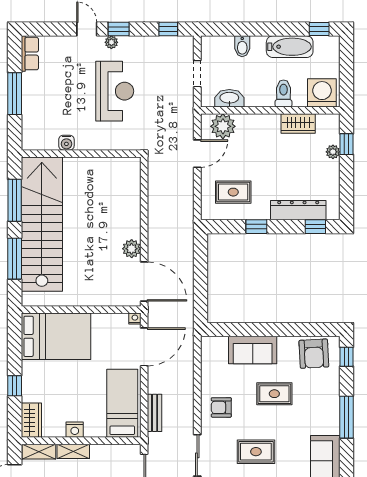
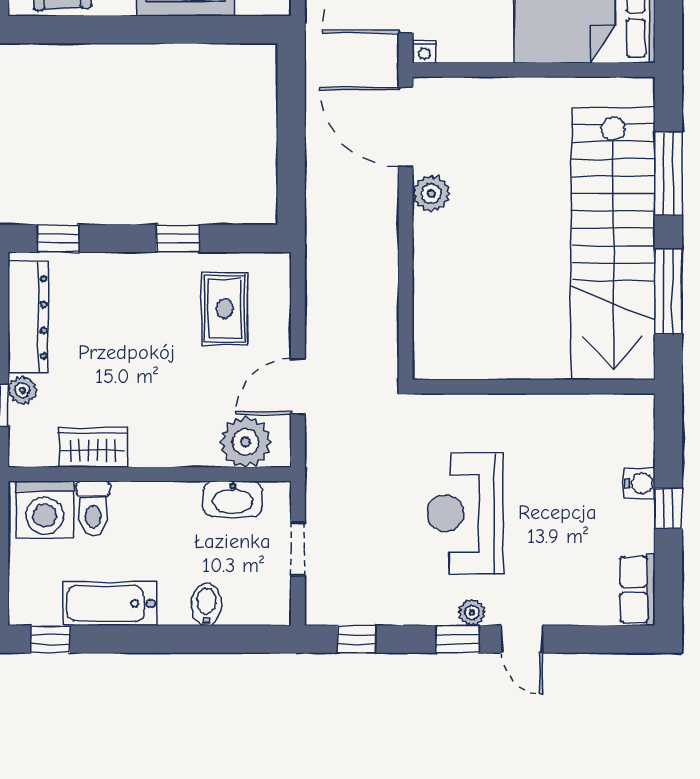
toilet: (283, 93) -> (93, 509), moved
window: (15, 94) -> (668, 508), width x0.46
water cooler: (66, 143) -> (639, 483), moved, turned 90
rug: (233, 192) -> (225, 308), turned 90
dresser: (298, 210) -> (28, 317), moved, turned -90

